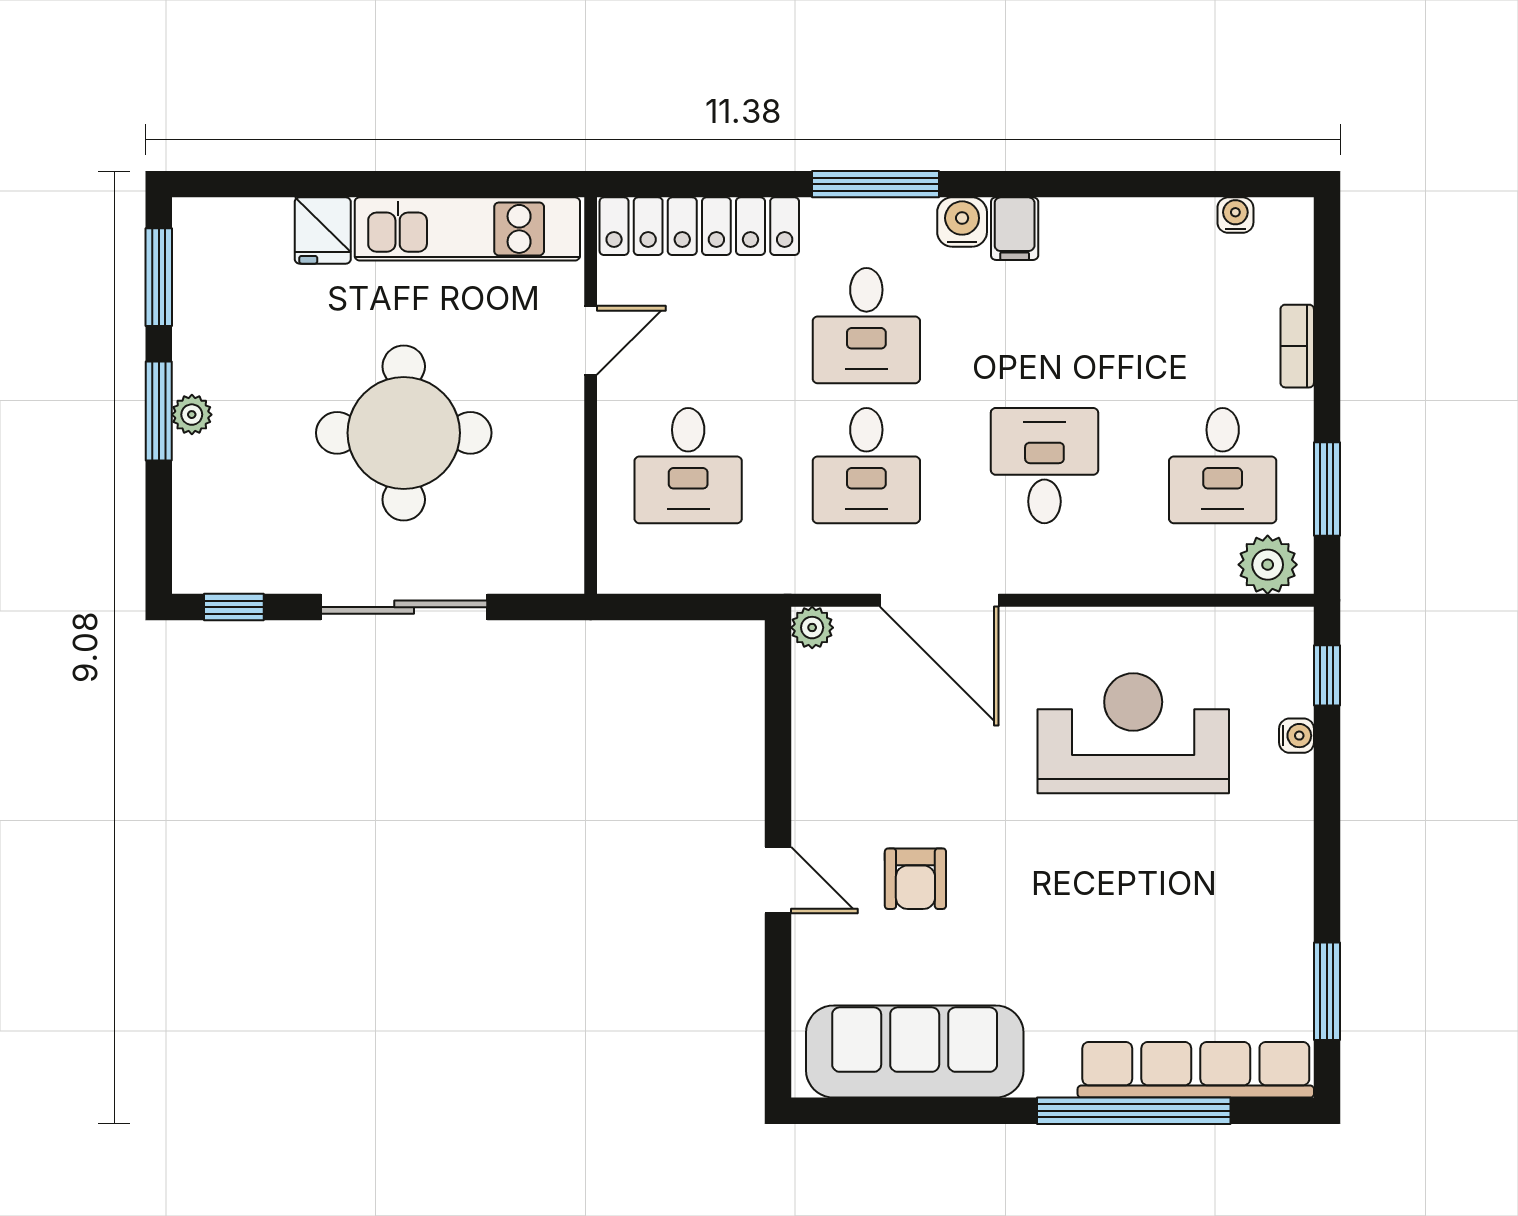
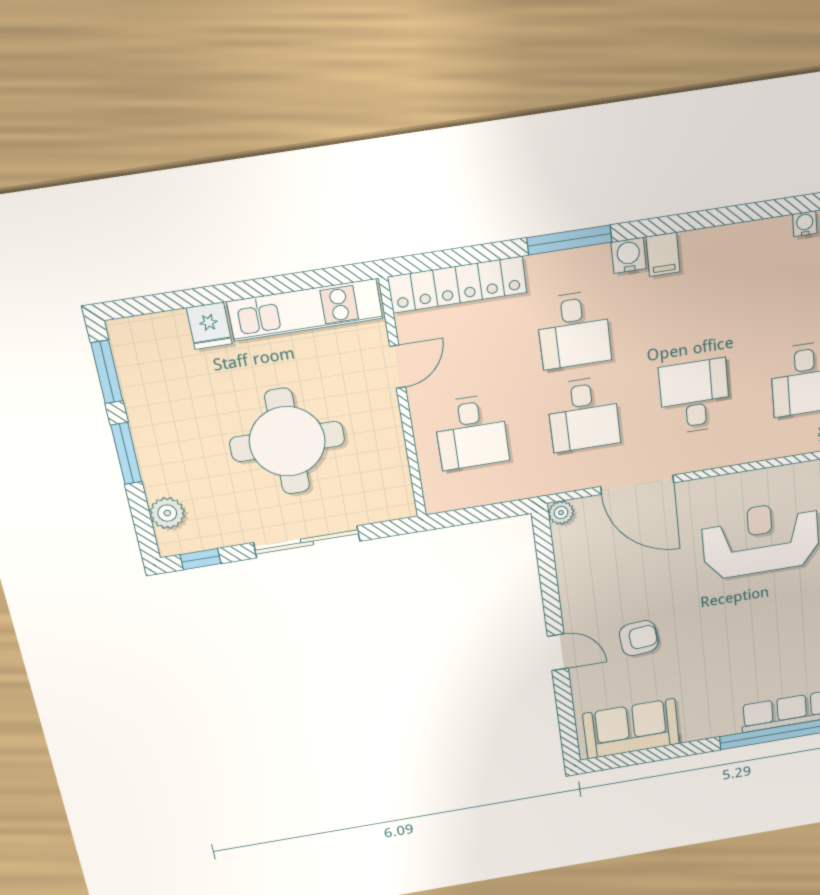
plant: (192, 415) -> (167, 513), moved, width x1.38, depth x1.38
armchair: (915, 879) -> (639, 638), turned -95
sofa: (915, 1052) -> (631, 729), width x0.73

